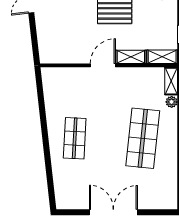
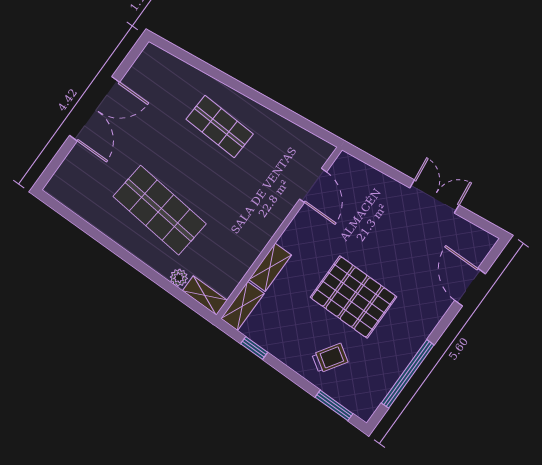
door: (103, 65) -> (313, 185), moved

